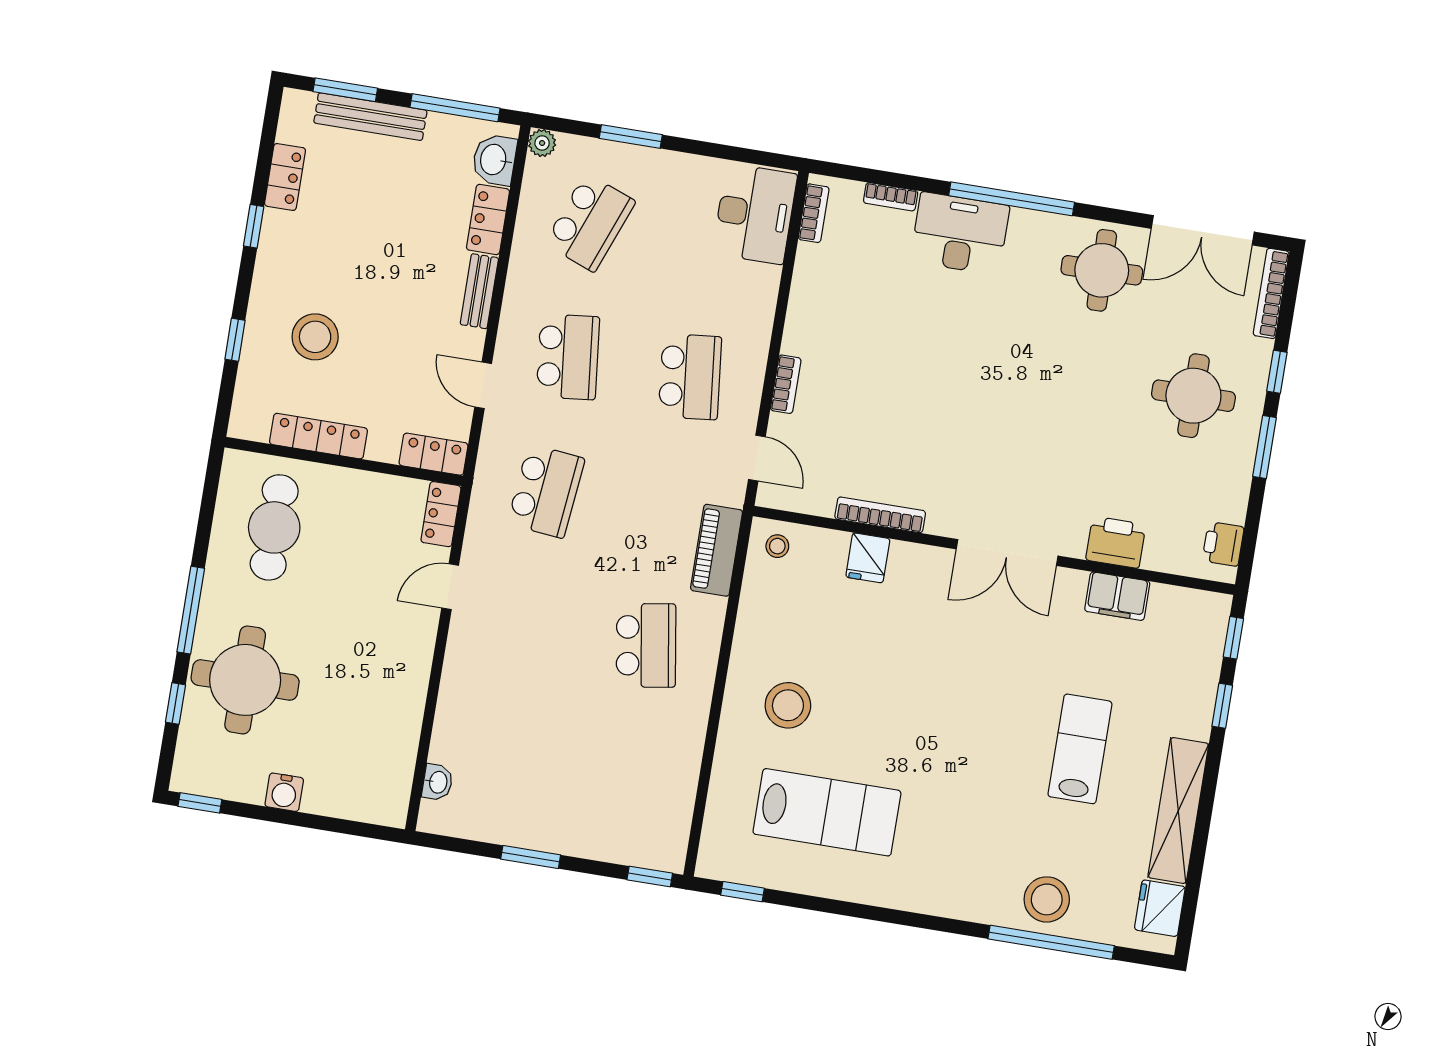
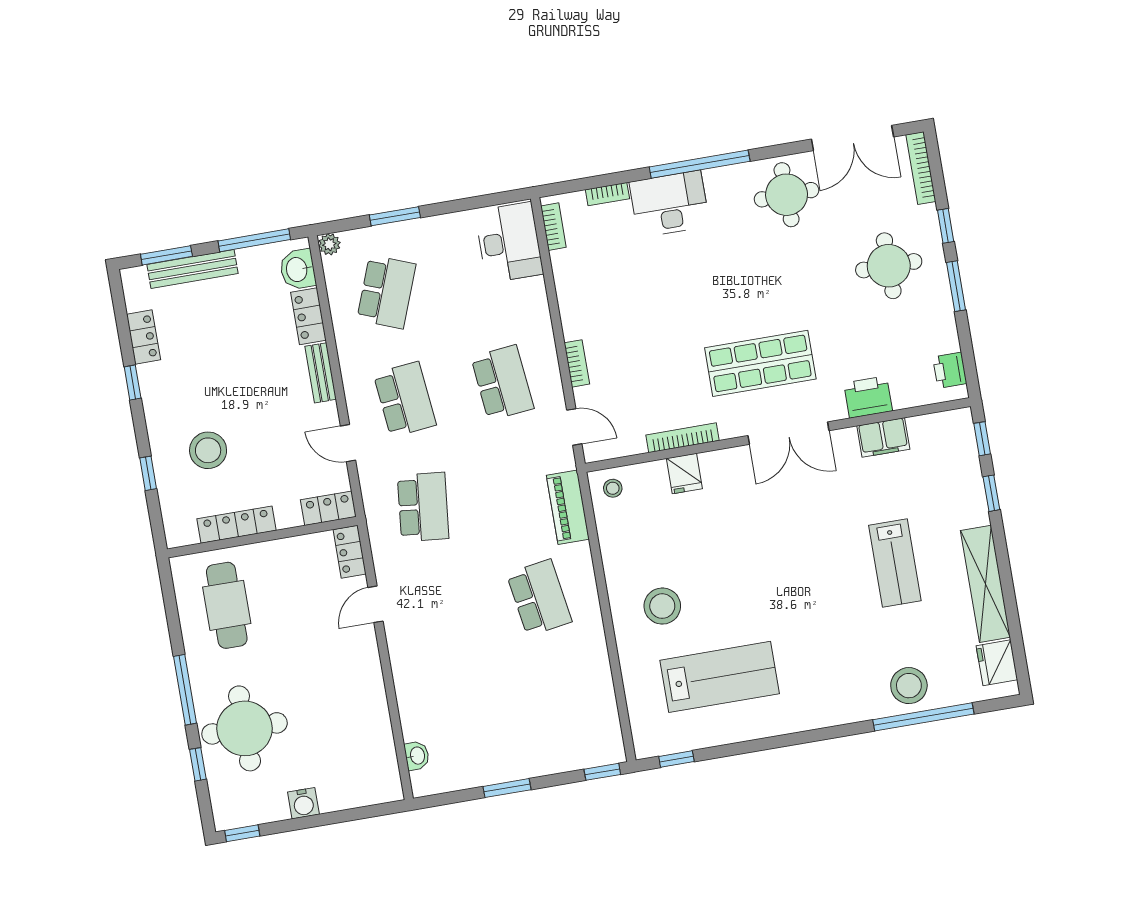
shop shelf: (1002, 459) -> (760, 363), added
lab bench: (1080, 749) -> (895, 563), turned 180

